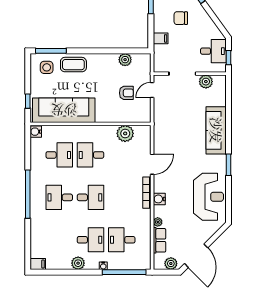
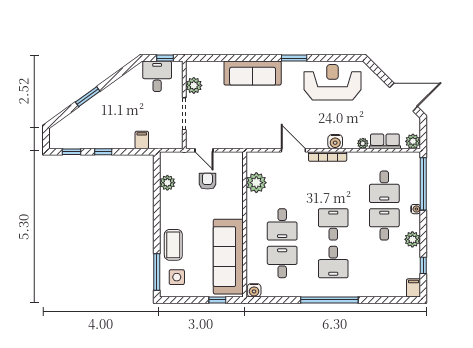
chair: (181, 18) -> (117, 116), removed
plant: (171, 264) -> (413, 141), moved
window: (56, 272) -> (423, 265), added

